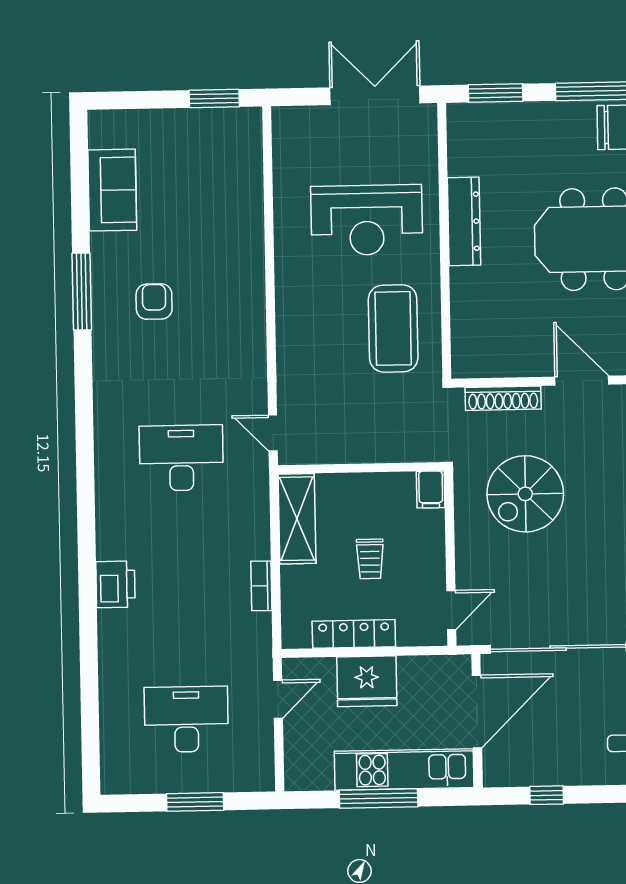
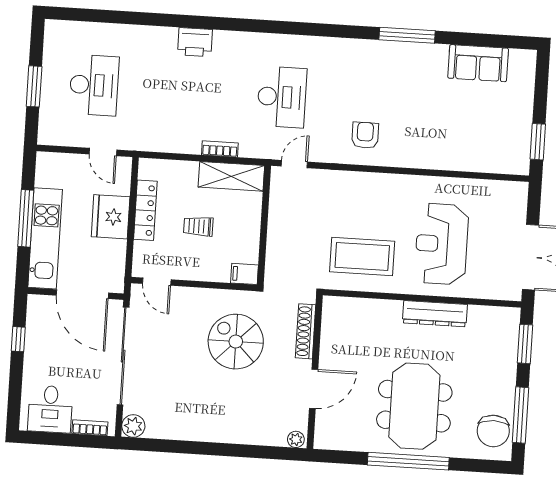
armchair: (154, 302) -> (365, 135), moved, turned -90
bookcase: (261, 586) -> (220, 149), moved

